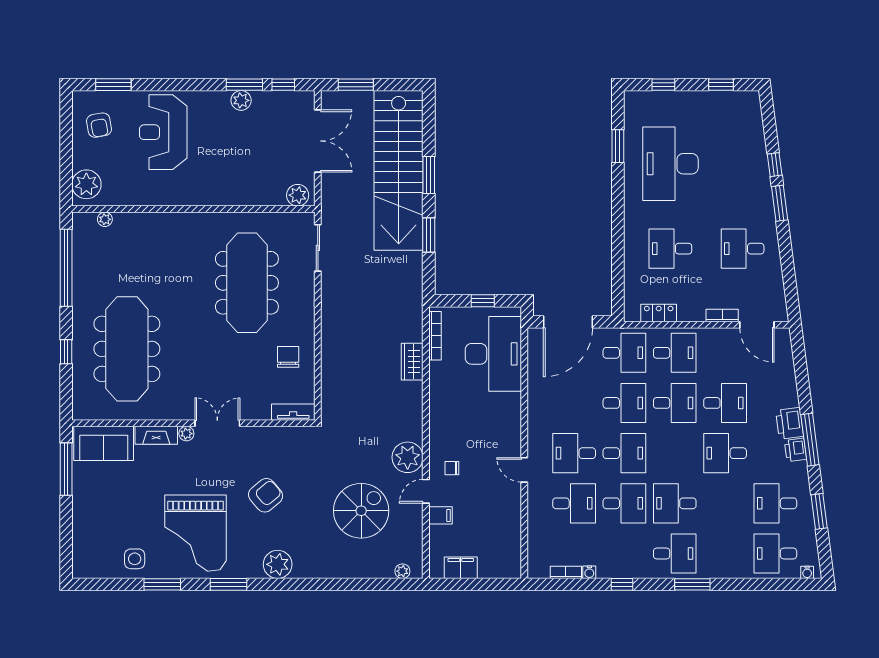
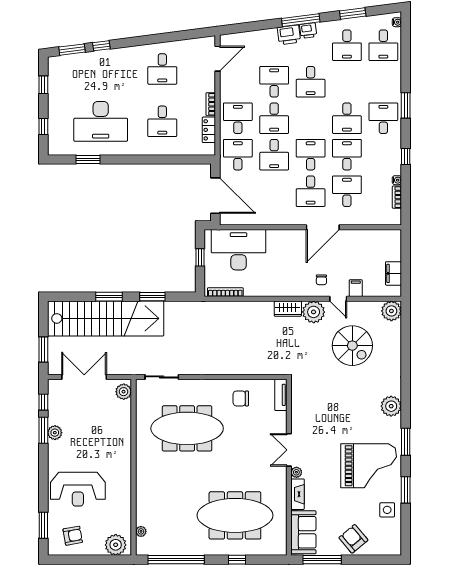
window: (780, 203) -> (72, 50), moved
bookcase: (722, 316) -> (211, 104), moved
wardrobe: (412, 362) -> (288, 309), moved
desk: (624, 403) -> (274, 155), turned 180
desk: (675, 403) -> (274, 118), turned 180
door: (524, 470) -> (323, 227), width x1.87
armchair: (266, 495) -> (353, 539), moved
spiral stairs: (361, 511) -> (352, 346), turned 180
plant: (402, 571) -> (391, 311), width x1.88, depth x1.88

